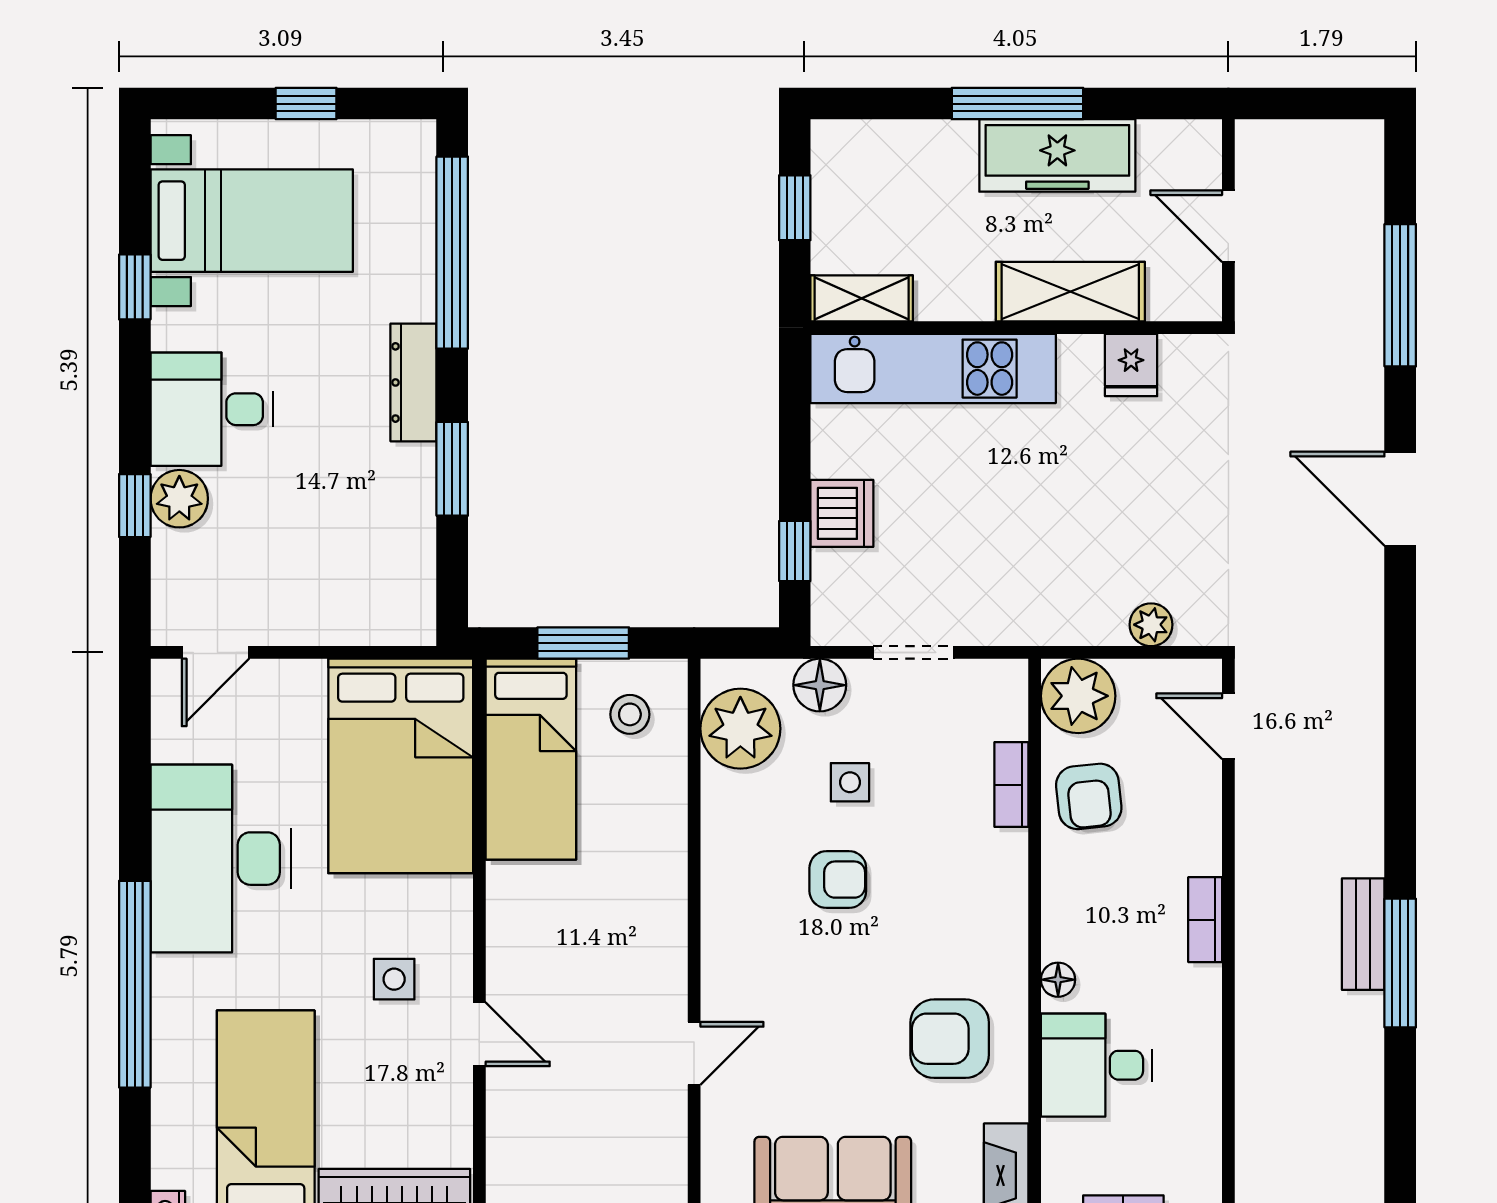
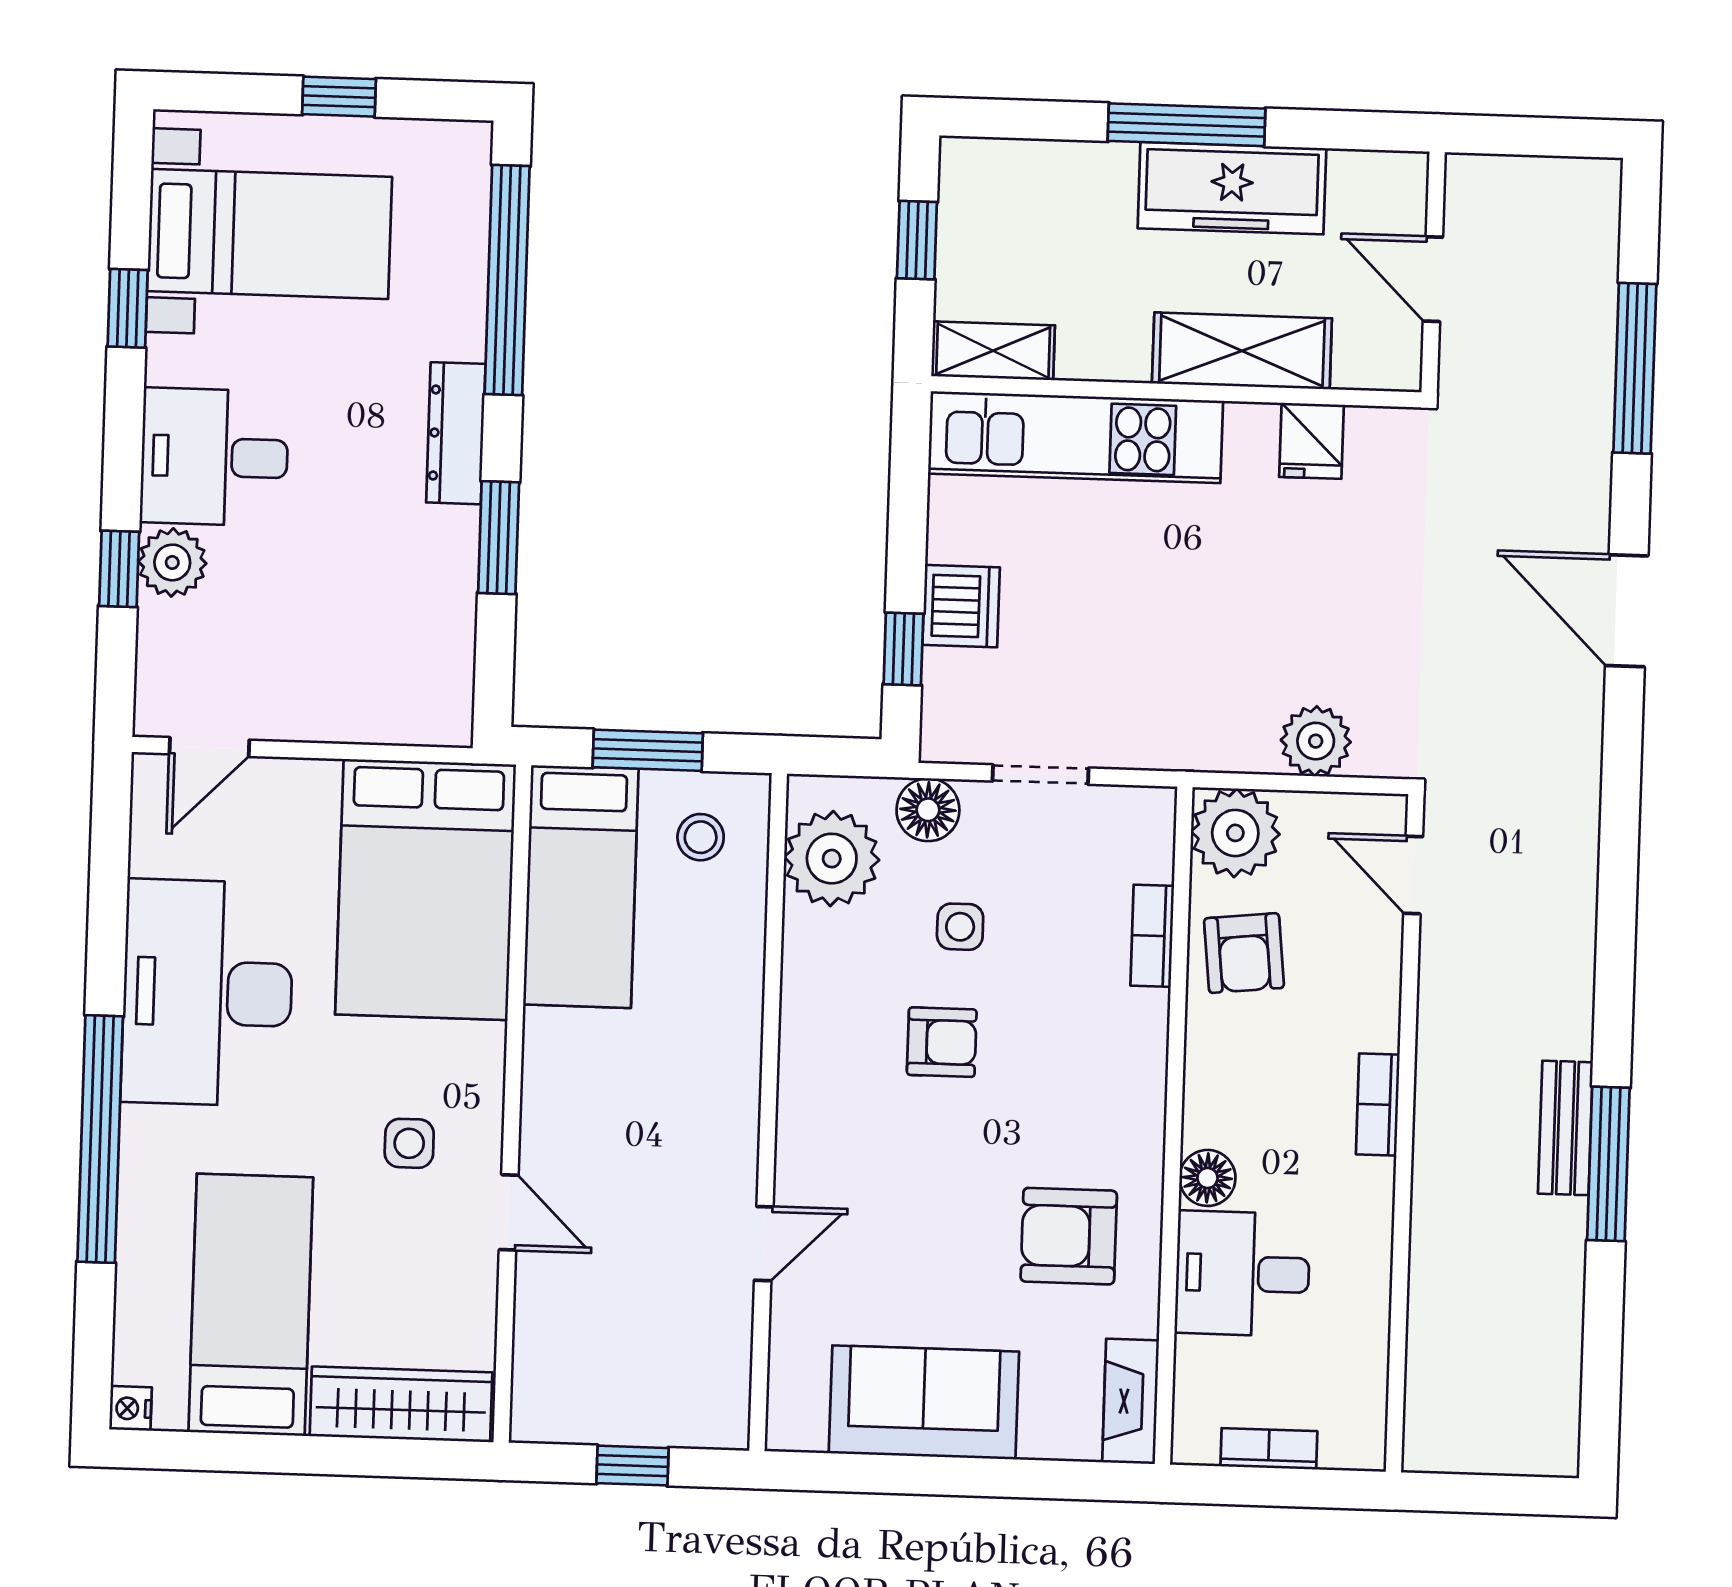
plant: (1151, 625) -> (1316, 741), width x1.38, depth x1.38
floor lamp: (1058, 980) -> (1207, 1178), width x1.37, depth x1.37

